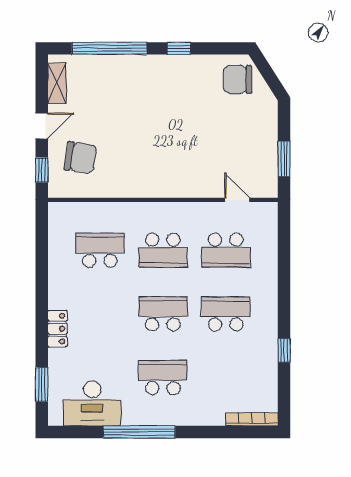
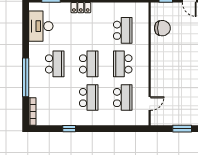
chair: (80, 158) -> (162, 28), moved, turned -99
window: (284, 159) -> (182, 129), moved
school desk: (226, 250) -> (123, 98), turned 180
window: (139, 432) -> (26, 77), moved

